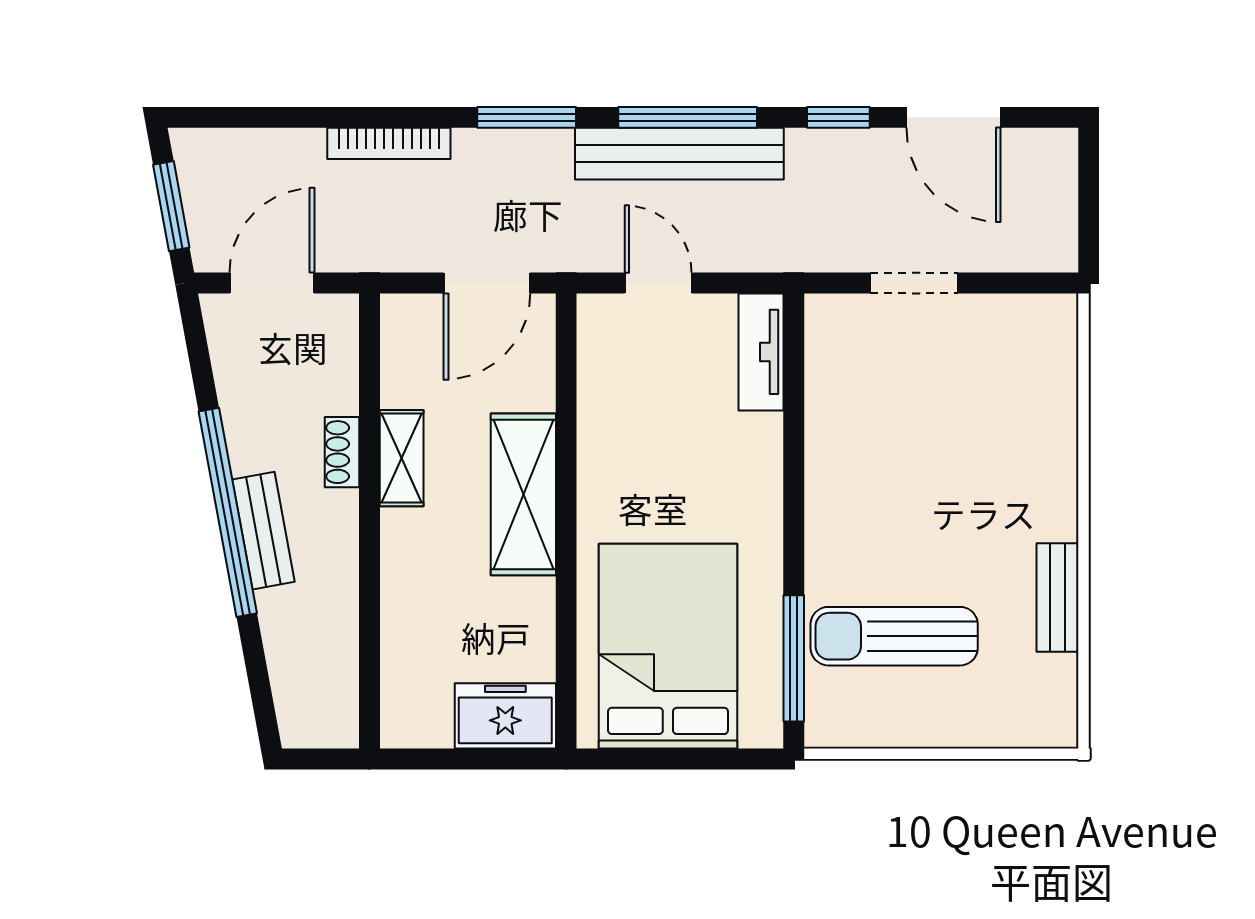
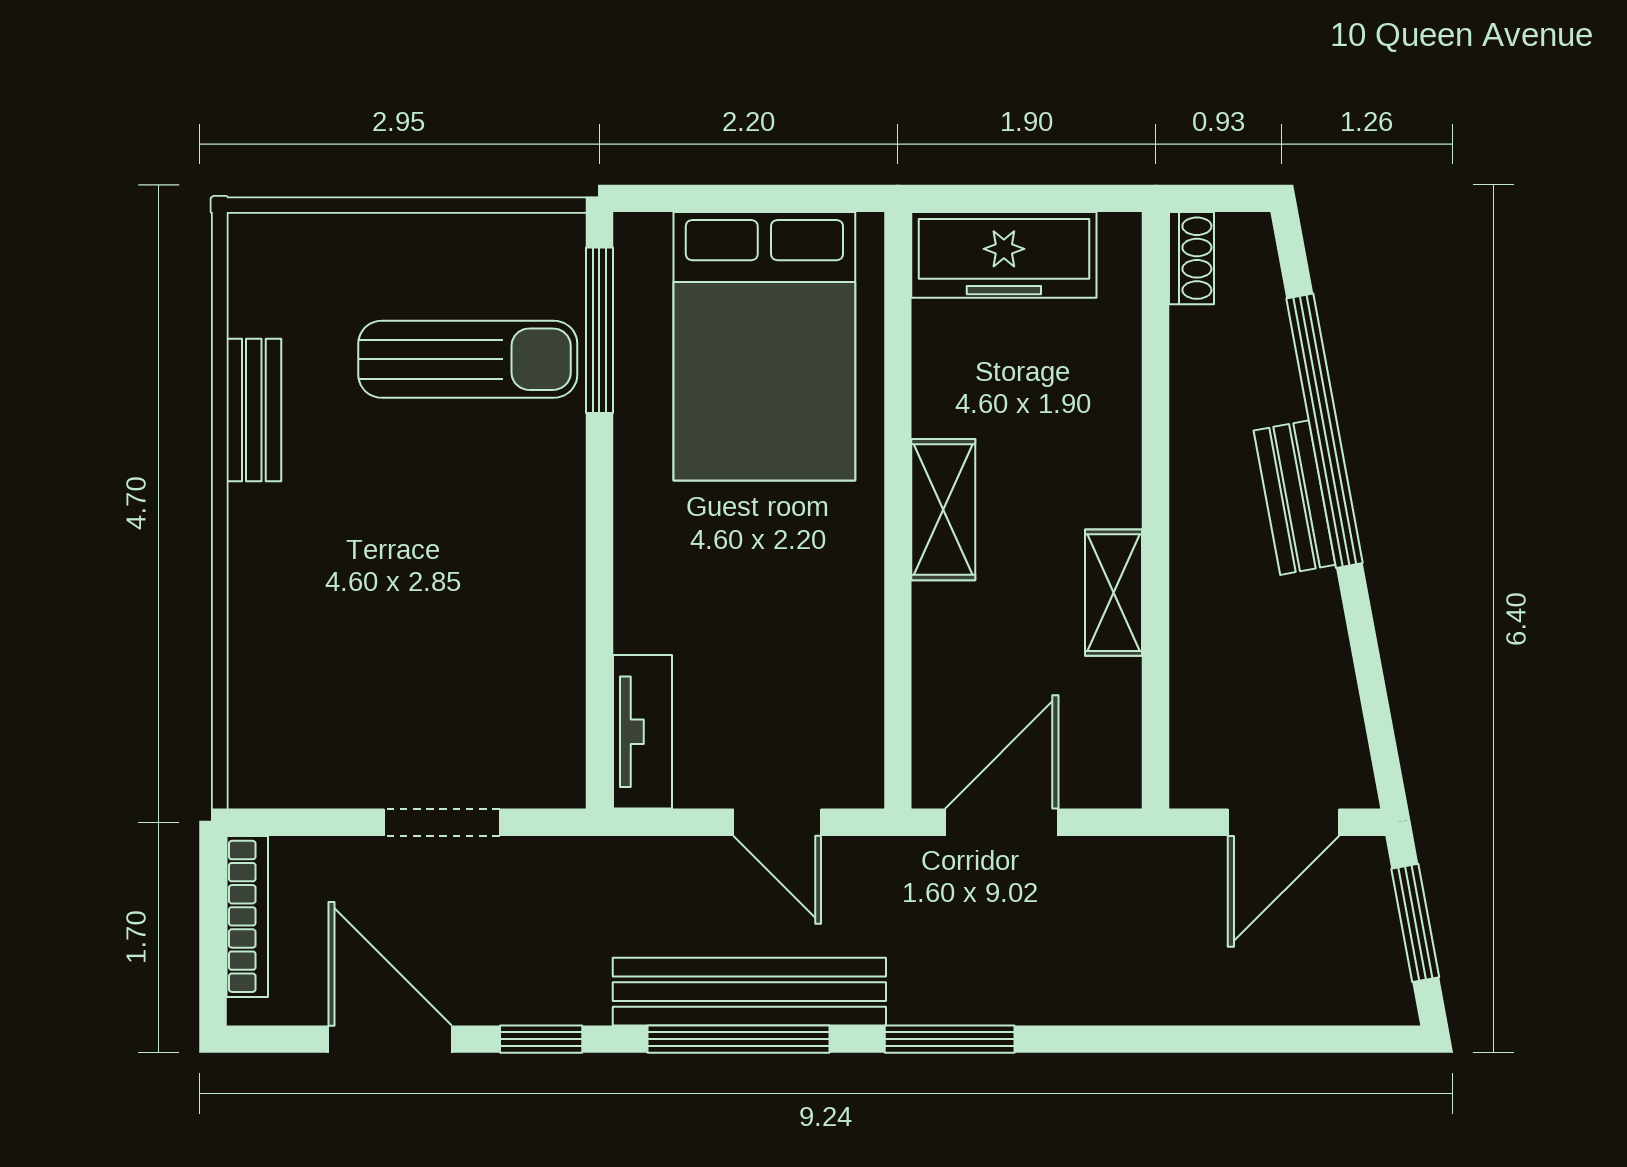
bookcase: (389, 143) -> (247, 916), moved, turned 90
shoe rack: (342, 452) -> (1192, 258), moved
shelving: (523, 494) -> (943, 510), width x0.67, depth x0.75
window: (228, 512) -> (1325, 431), moved
freezer: (505, 716) -> (1004, 255), width x1.40

